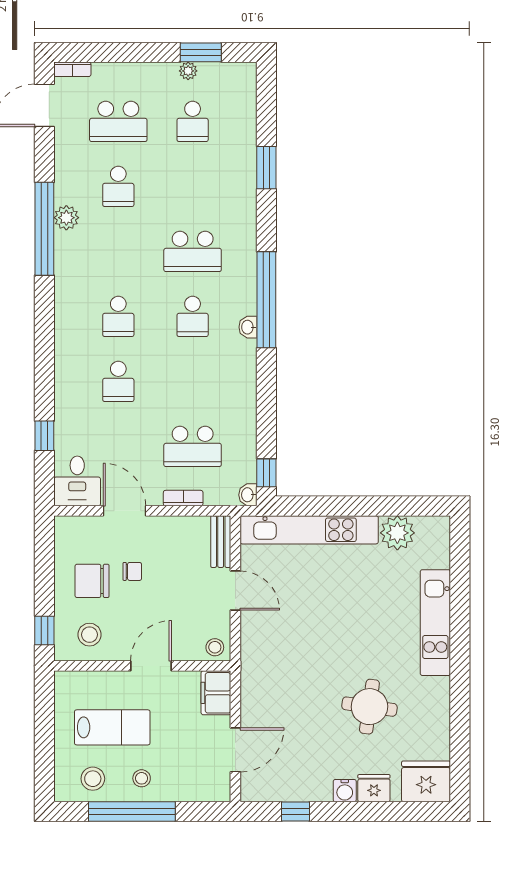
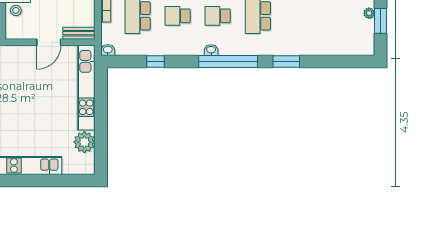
school desk: (193, 121) -> (178, 16), moved
window: (266, 168) -> (286, 61), moved
window: (266, 473) -> (156, 61), moved
stool: (215, 647) -> (16, 10), moved

